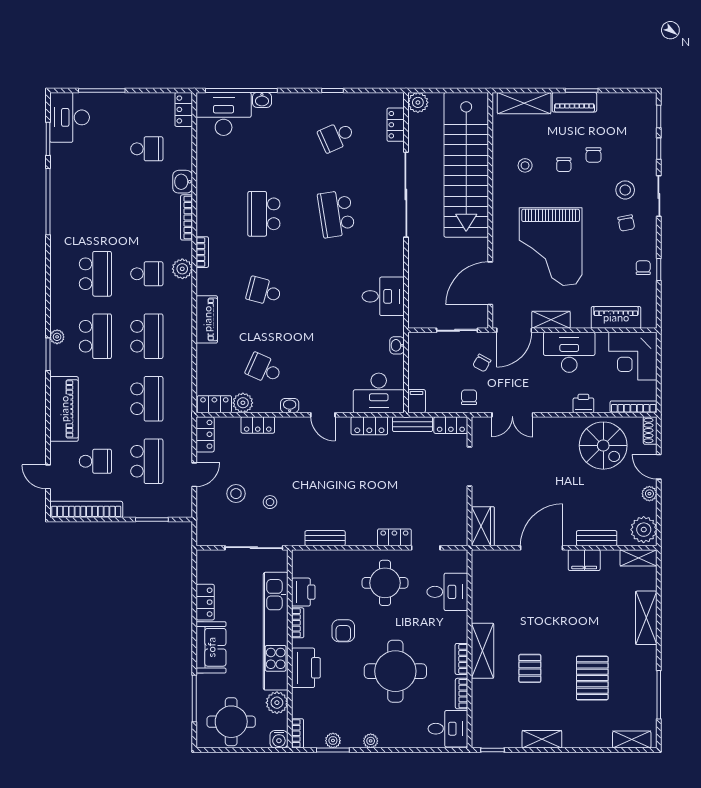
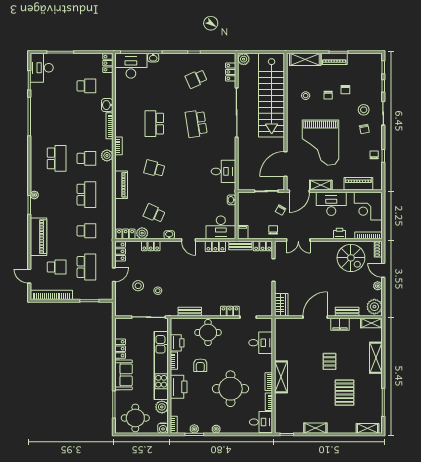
school desk: (95, 336) -> (57, 195), removed
school desk: (147, 399) -> (86, 231), width x0.54
round table: (385, 583) -> (208, 332), moved
pallet: (530, 668) -> (329, 361), moved

